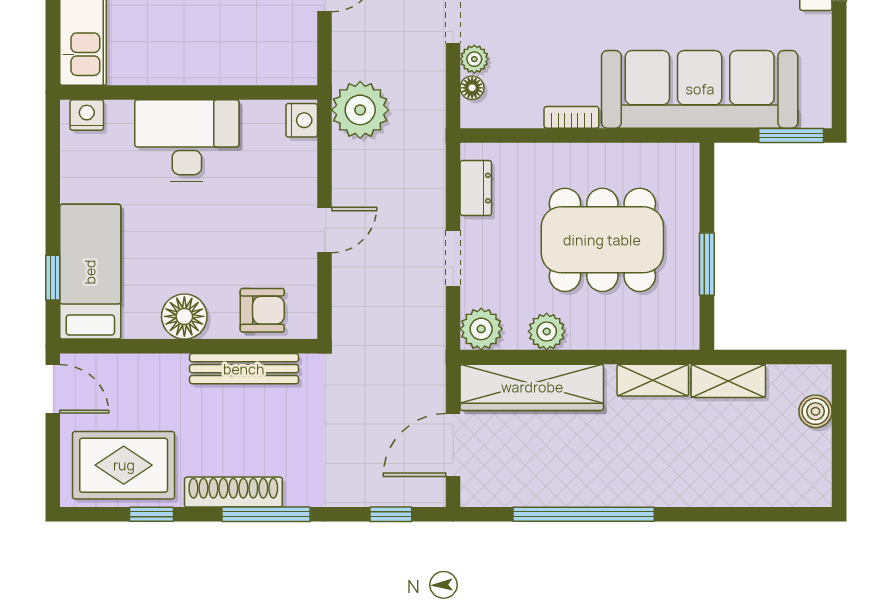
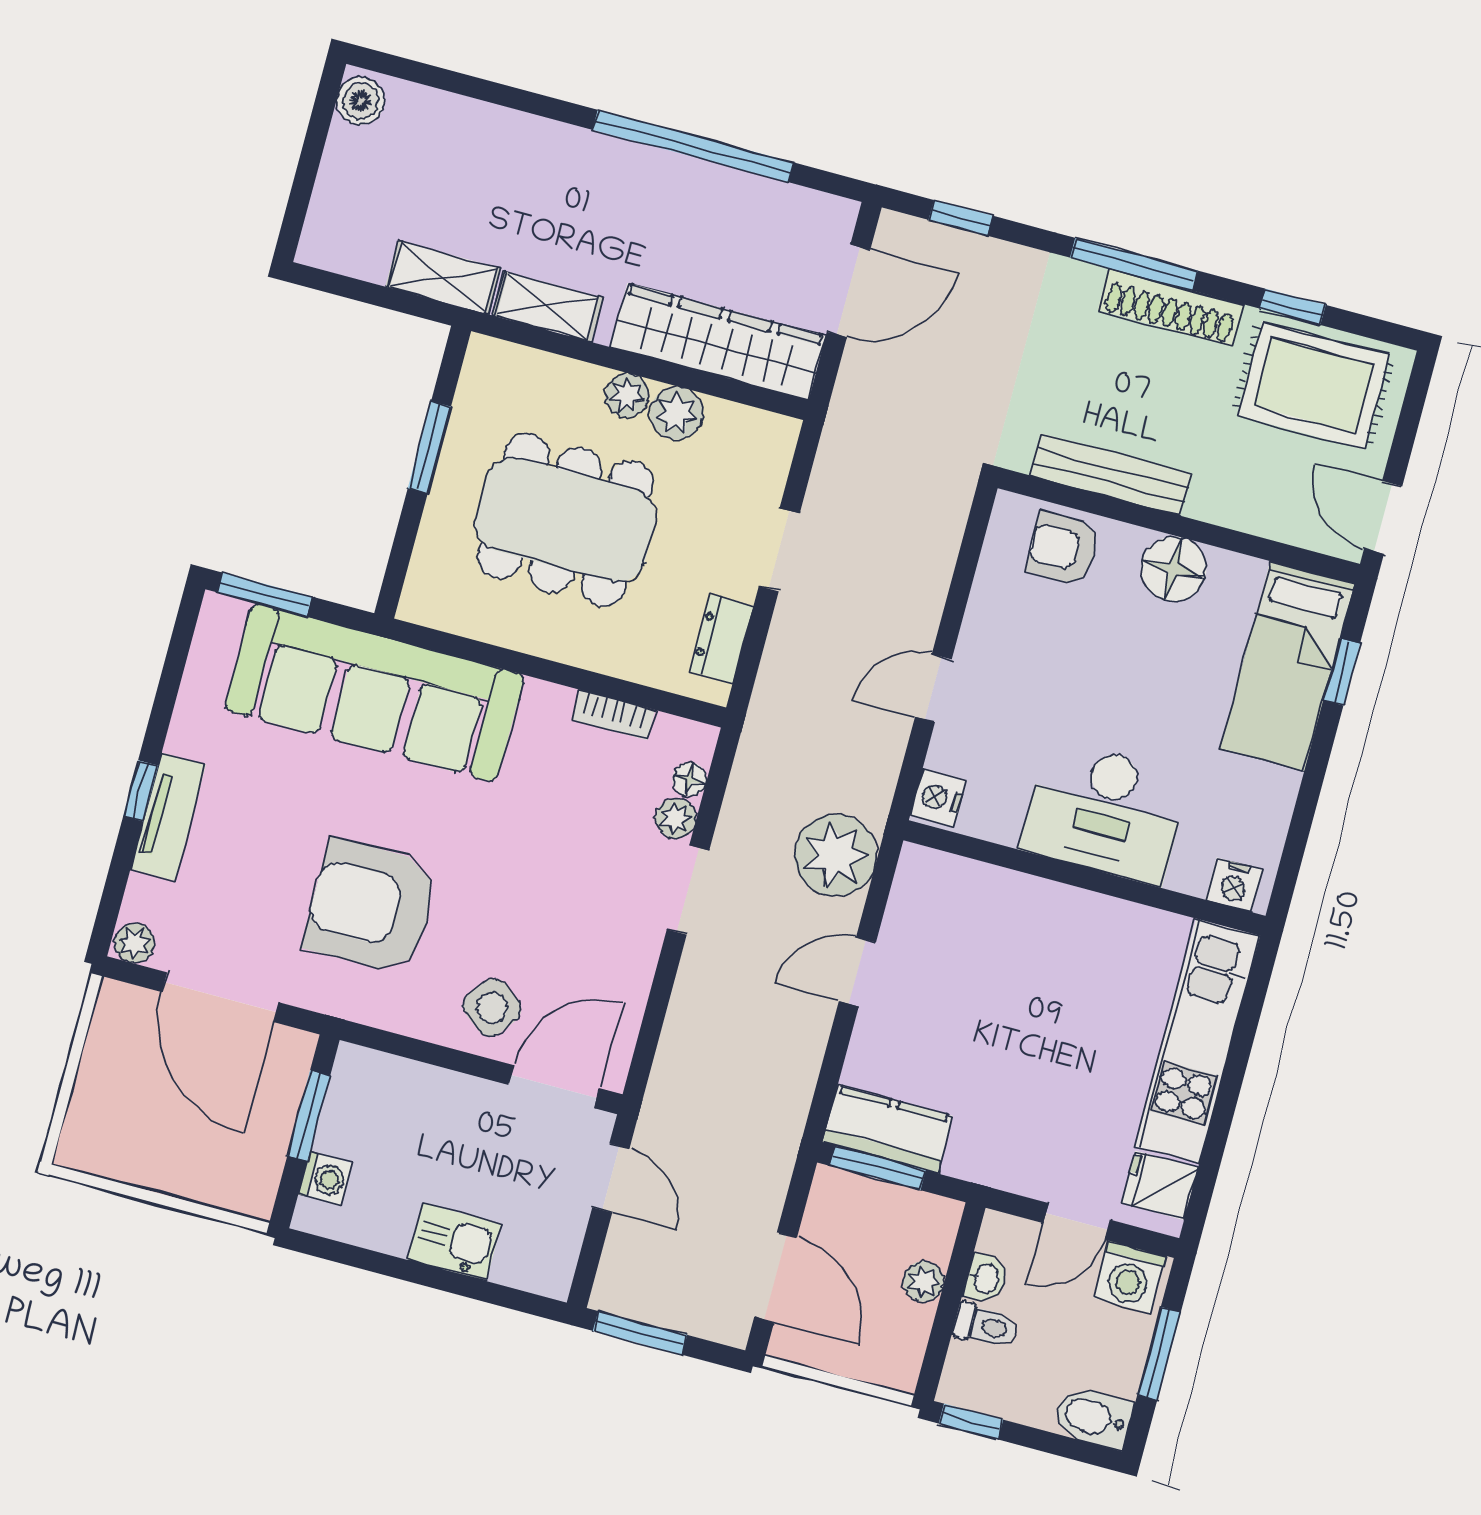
plant: (360, 110) -> (836, 855), moved
bookcase: (571, 117) -> (613, 715), moved
door: (324, 230) -> (933, 688), moved
plant: (481, 329) -> (627, 395), moved, width x0.73, depth x0.73
boiler: (815, 411) -> (361, 101), moved

